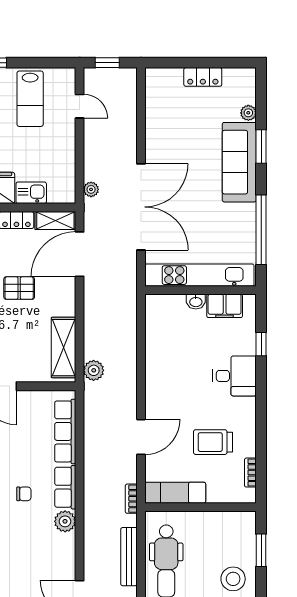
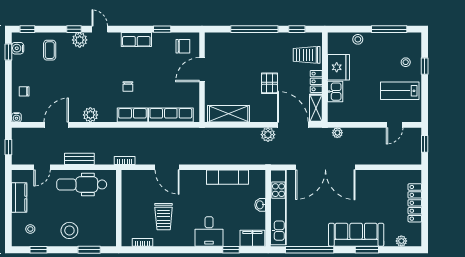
locker: (203, 77) -> (415, 203), width x1.53
plant: (248, 113) -> (401, 241), moved
filing cabinet: (225, 306) -> (252, 238), moved, turned 90
plant: (94, 370) -> (268, 135), moved
trolley: (213, 442) -> (164, 217), turned 180
exam couch: (175, 493) -> (228, 177), moved, turned 90
plant: (65, 521) -> (90, 115), moved
bench: (129, 557) -> (79, 159), width x0.73

